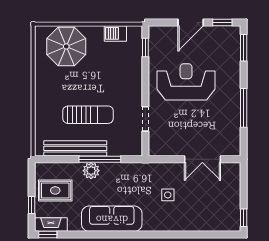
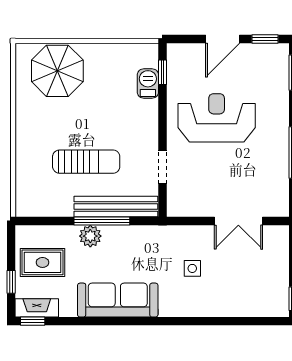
barbecue: (115, 33) -> (148, 84), moved, turned 90
bench: (75, 148) -> (116, 206), moved

